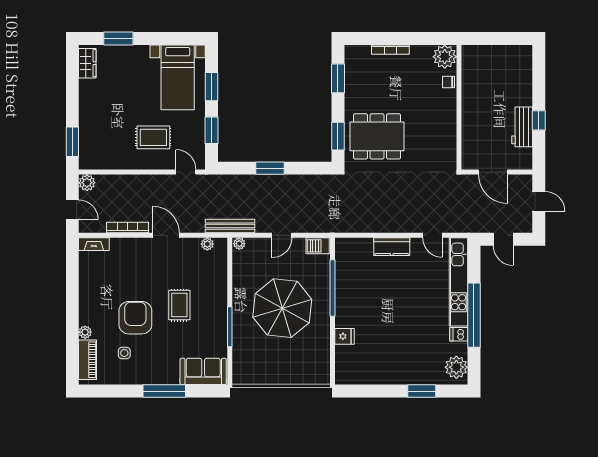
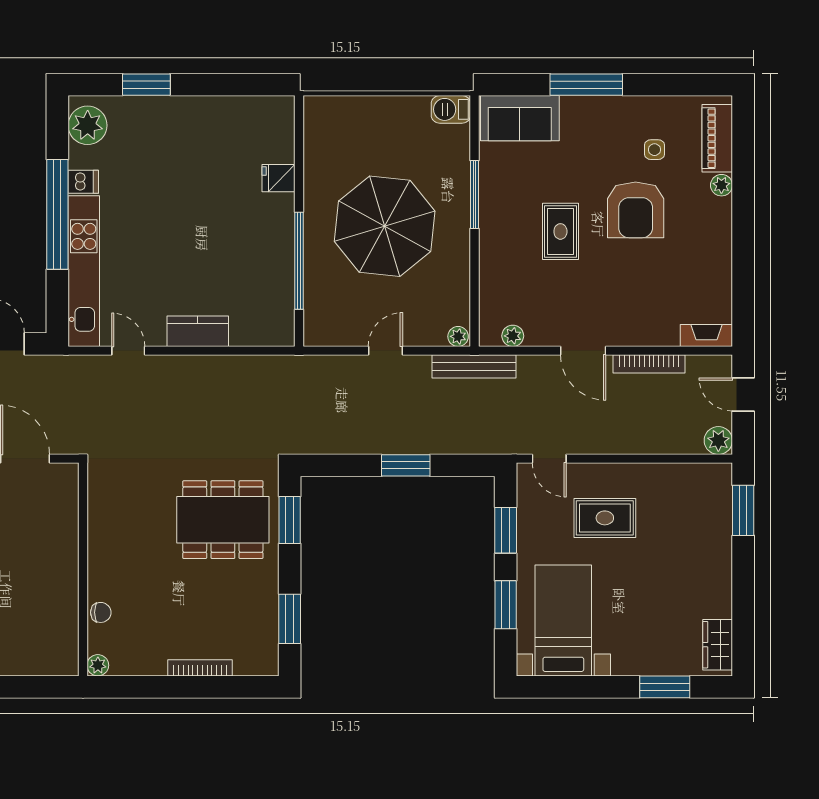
plant: (445, 57) -> (98, 665), width x0.53, depth x0.53
barbecue: (318, 246) -> (451, 109), moved, turned 180

